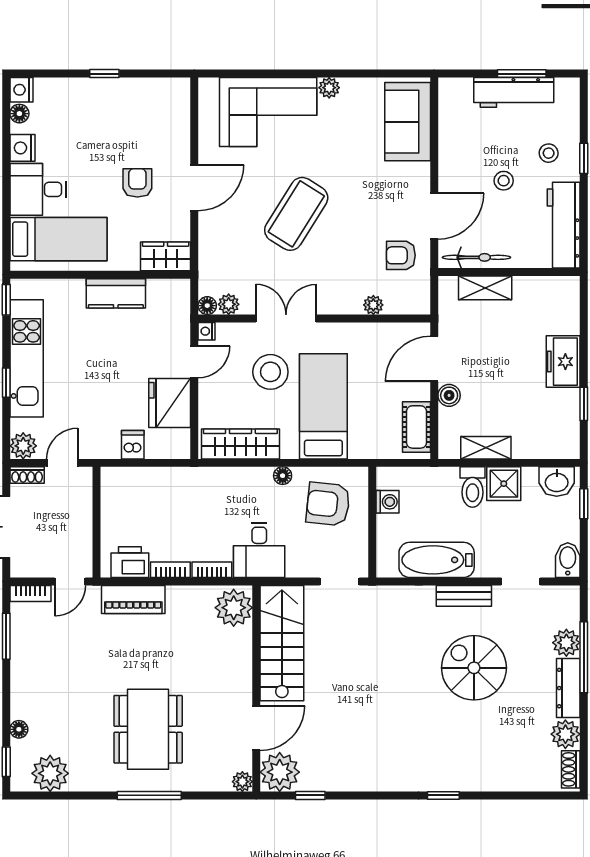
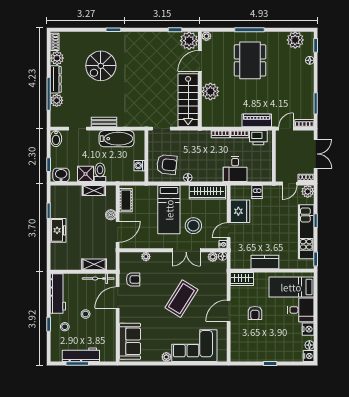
desk: (259, 550) -> (235, 169), moved, turned 180
plant: (234, 608) -> (210, 91), moved
spiral stairs: (474, 668) -> (101, 66), moved, turned 90

